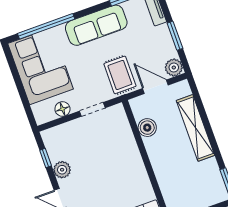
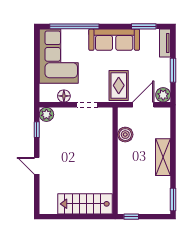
door: (155, 87) -> (143, 105), hinge flipped
shelving: (195, 128) -> (163, 157), width x0.68
plant: (62, 170) -> (46, 114), moved

